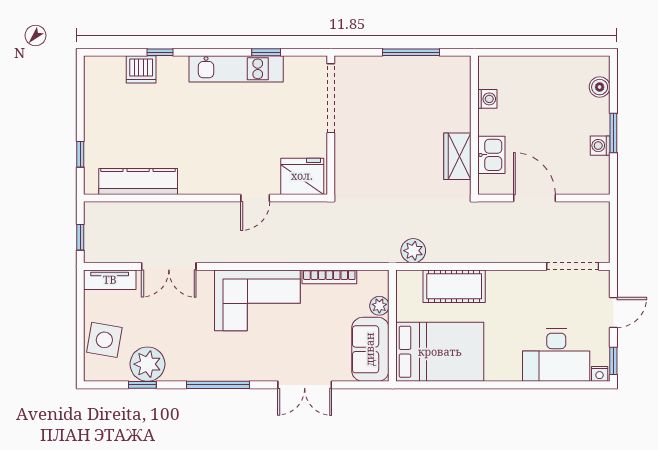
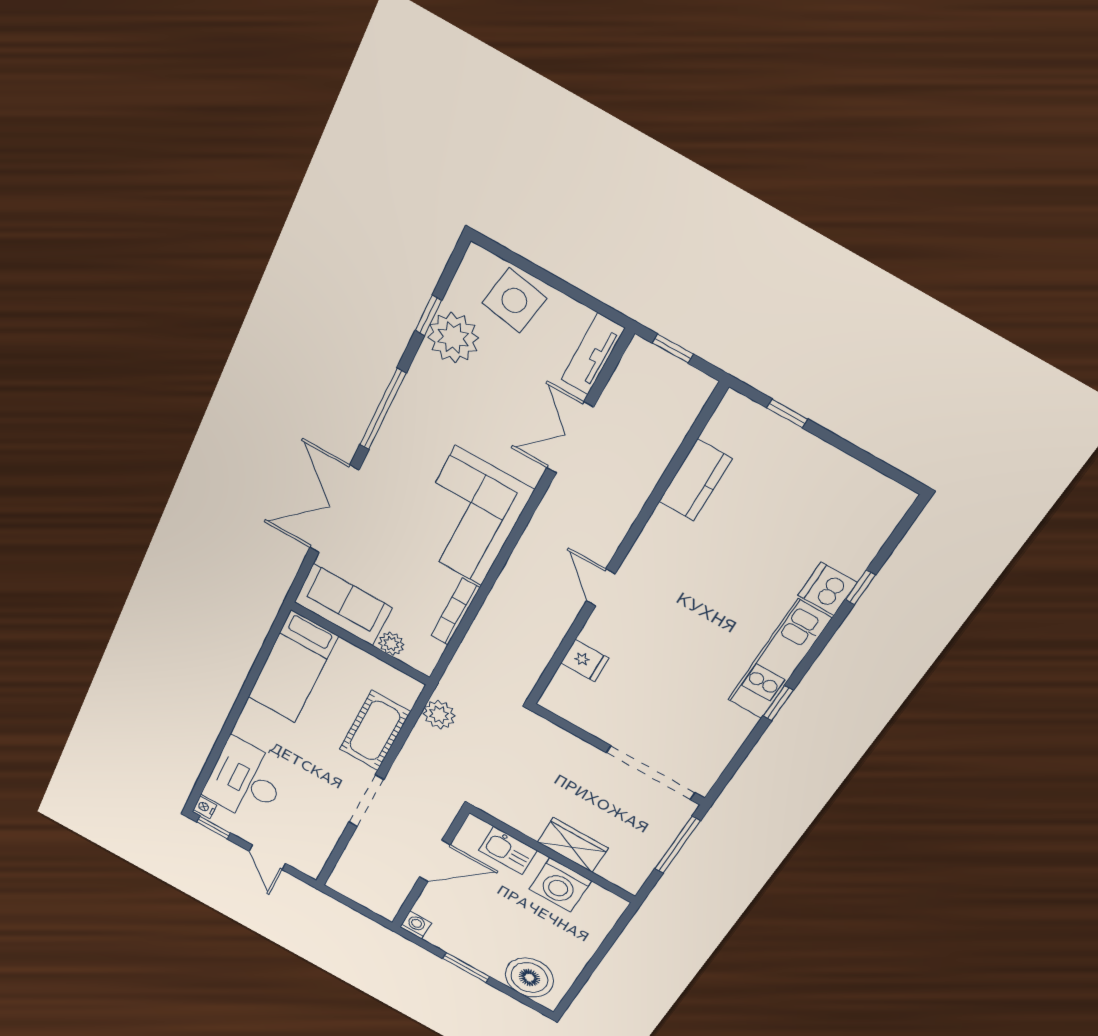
dishwasher: (141, 69) -> (828, 589), moved
boiler: (600, 87) -> (529, 978), width x1.86, depth x1.86
doorway: (331, 98) -> (651, 773), moved
washing machine: (487, 99) -> (560, 885), width x1.89, depth x1.89
wall: (331, 125) -> (618, 754), moved
washing machine: (600, 146) -> (416, 925), moved
wardrobe: (457, 156) -> (573, 845), moved
fridge: (302, 176) -> (585, 661), width x0.53, depth x0.75
kitchen counter: (138, 182) -> (695, 480), width x0.67
doorway: (573, 266) -> (366, 801), moved
bed: (440, 352) -> (293, 667), width x0.67
double door: (305, 385) -> (334, 509), width x1.37

